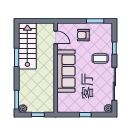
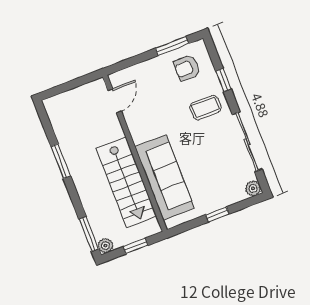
armchair: (83, 35) -> (187, 68), moved
door: (56, 37) -> (115, 101), hinge flipped
stairs: (27, 46) -> (126, 182), moved, turned 180
sofa: (66, 71) -> (165, 177), moved

